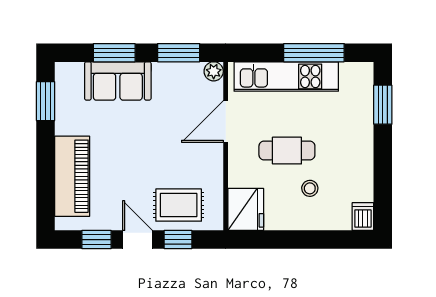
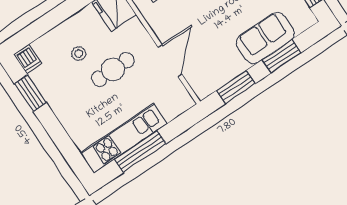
plant: (214, 71) -> (202, 90), removed
kitchen unit: (286, 76) -> (124, 138), moved
window: (383, 105) -> (30, 93), moved

